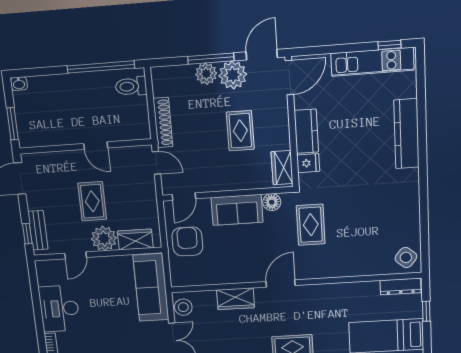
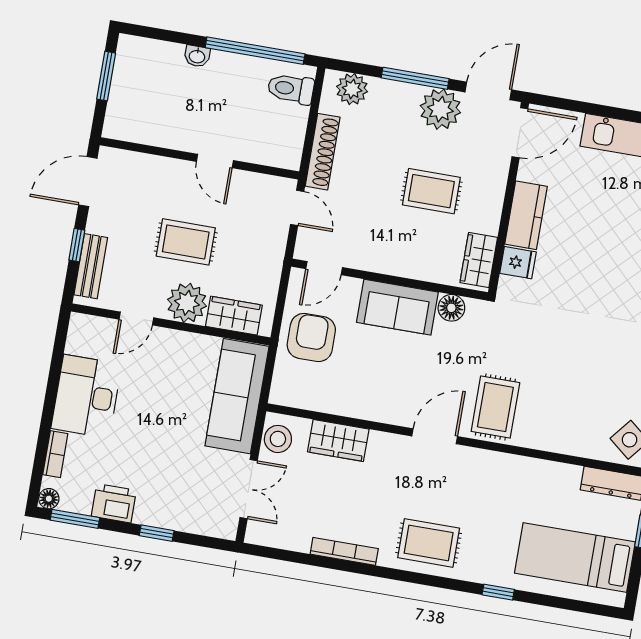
plant: (206, 74) -> (352, 89), moved
washbasin: (19, 84) -> (197, 56), moved
window: (13, 124) -> (106, 76), moved
rug: (240, 131) -> (431, 191), turned 90
rug: (92, 201) -> (186, 242), turned 90
rug: (311, 225) -> (495, 407), moved
window: (27, 234) -> (77, 245), moved
wardrobe: (236, 299) -> (338, 440), moved

